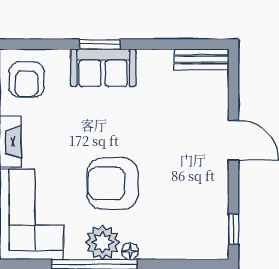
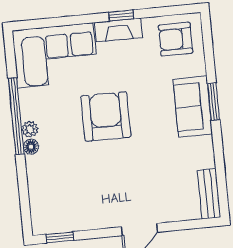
armchair: (113, 183) -> (106, 116), moved
plant: (103, 242) -> (30, 129), width x0.53, depth x0.53

